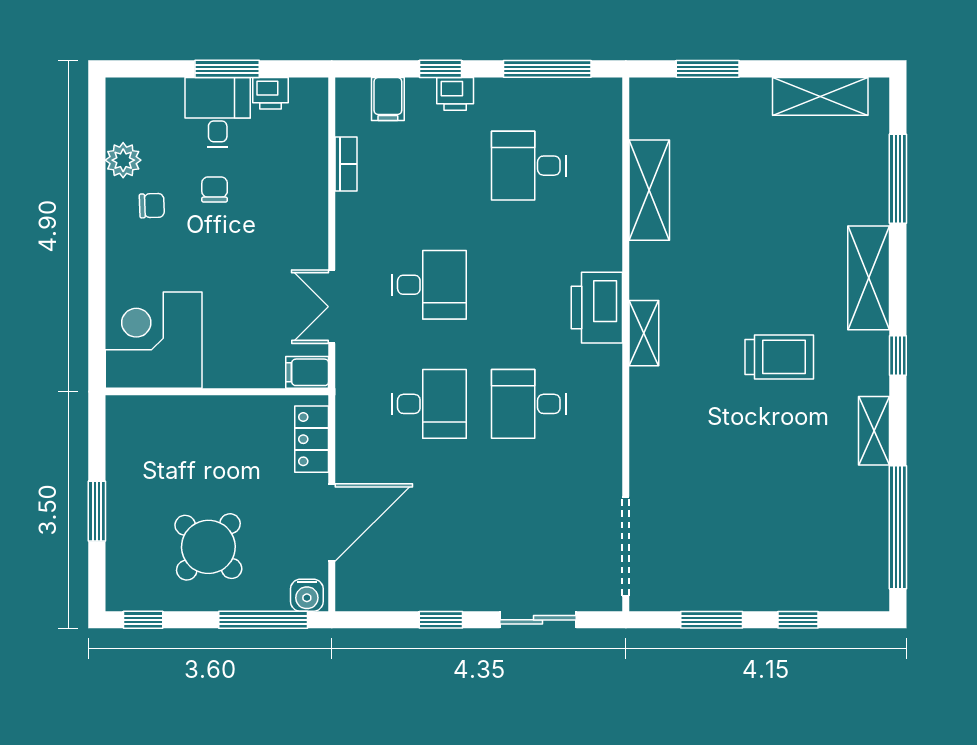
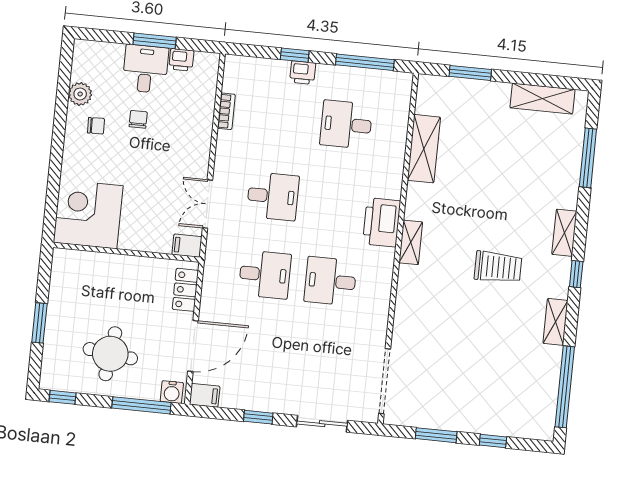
filing cabinet: (388, 99) -> (205, 395), moved, turned -90
shelving: (869, 278) -> (564, 233), width x0.67, depth x0.75
round table: (208, 547) -> (110, 354), turned -36

